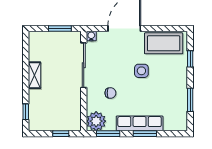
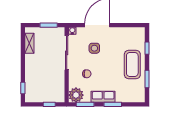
coffee table: (164, 43) -> (132, 64), moved, turned 90
side table: (141, 71) -> (94, 48), moved
shelving: (35, 75) -> (29, 43), moved
row of seats: (140, 123) -> (103, 97), width x0.68

